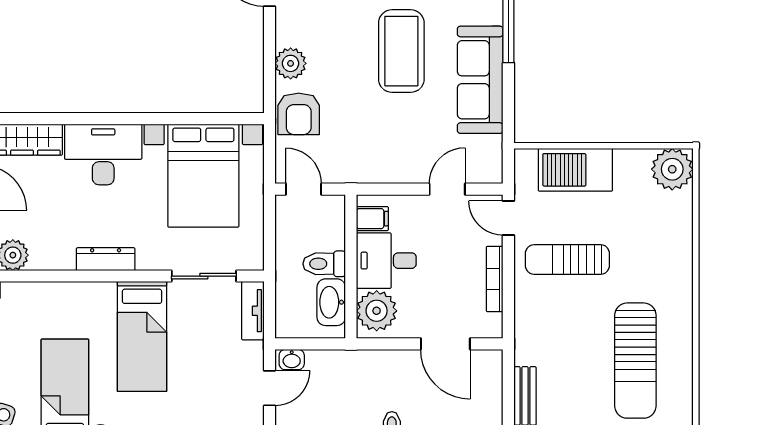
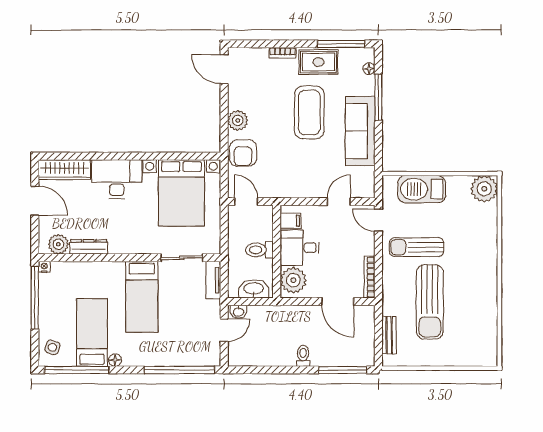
dresser: (106, 259) -> (89, 247), moved
bookcase: (495, 279) -> (370, 277), moved
washbasin: (331, 302) -> (254, 289), moved, turned 90
sun lounger: (635, 361) -> (430, 302), moved

